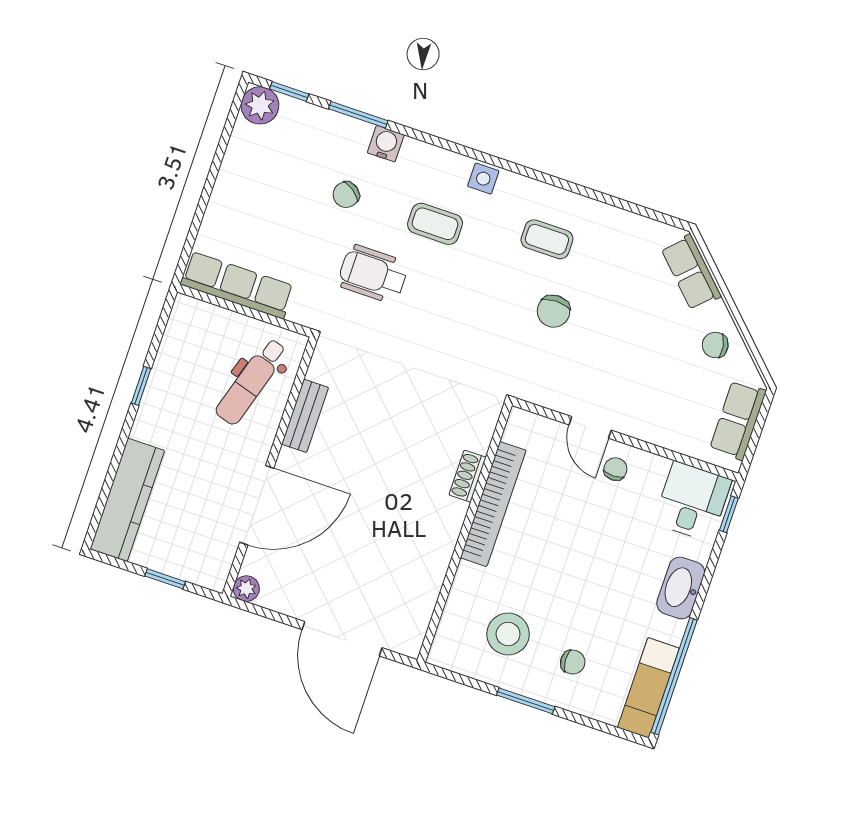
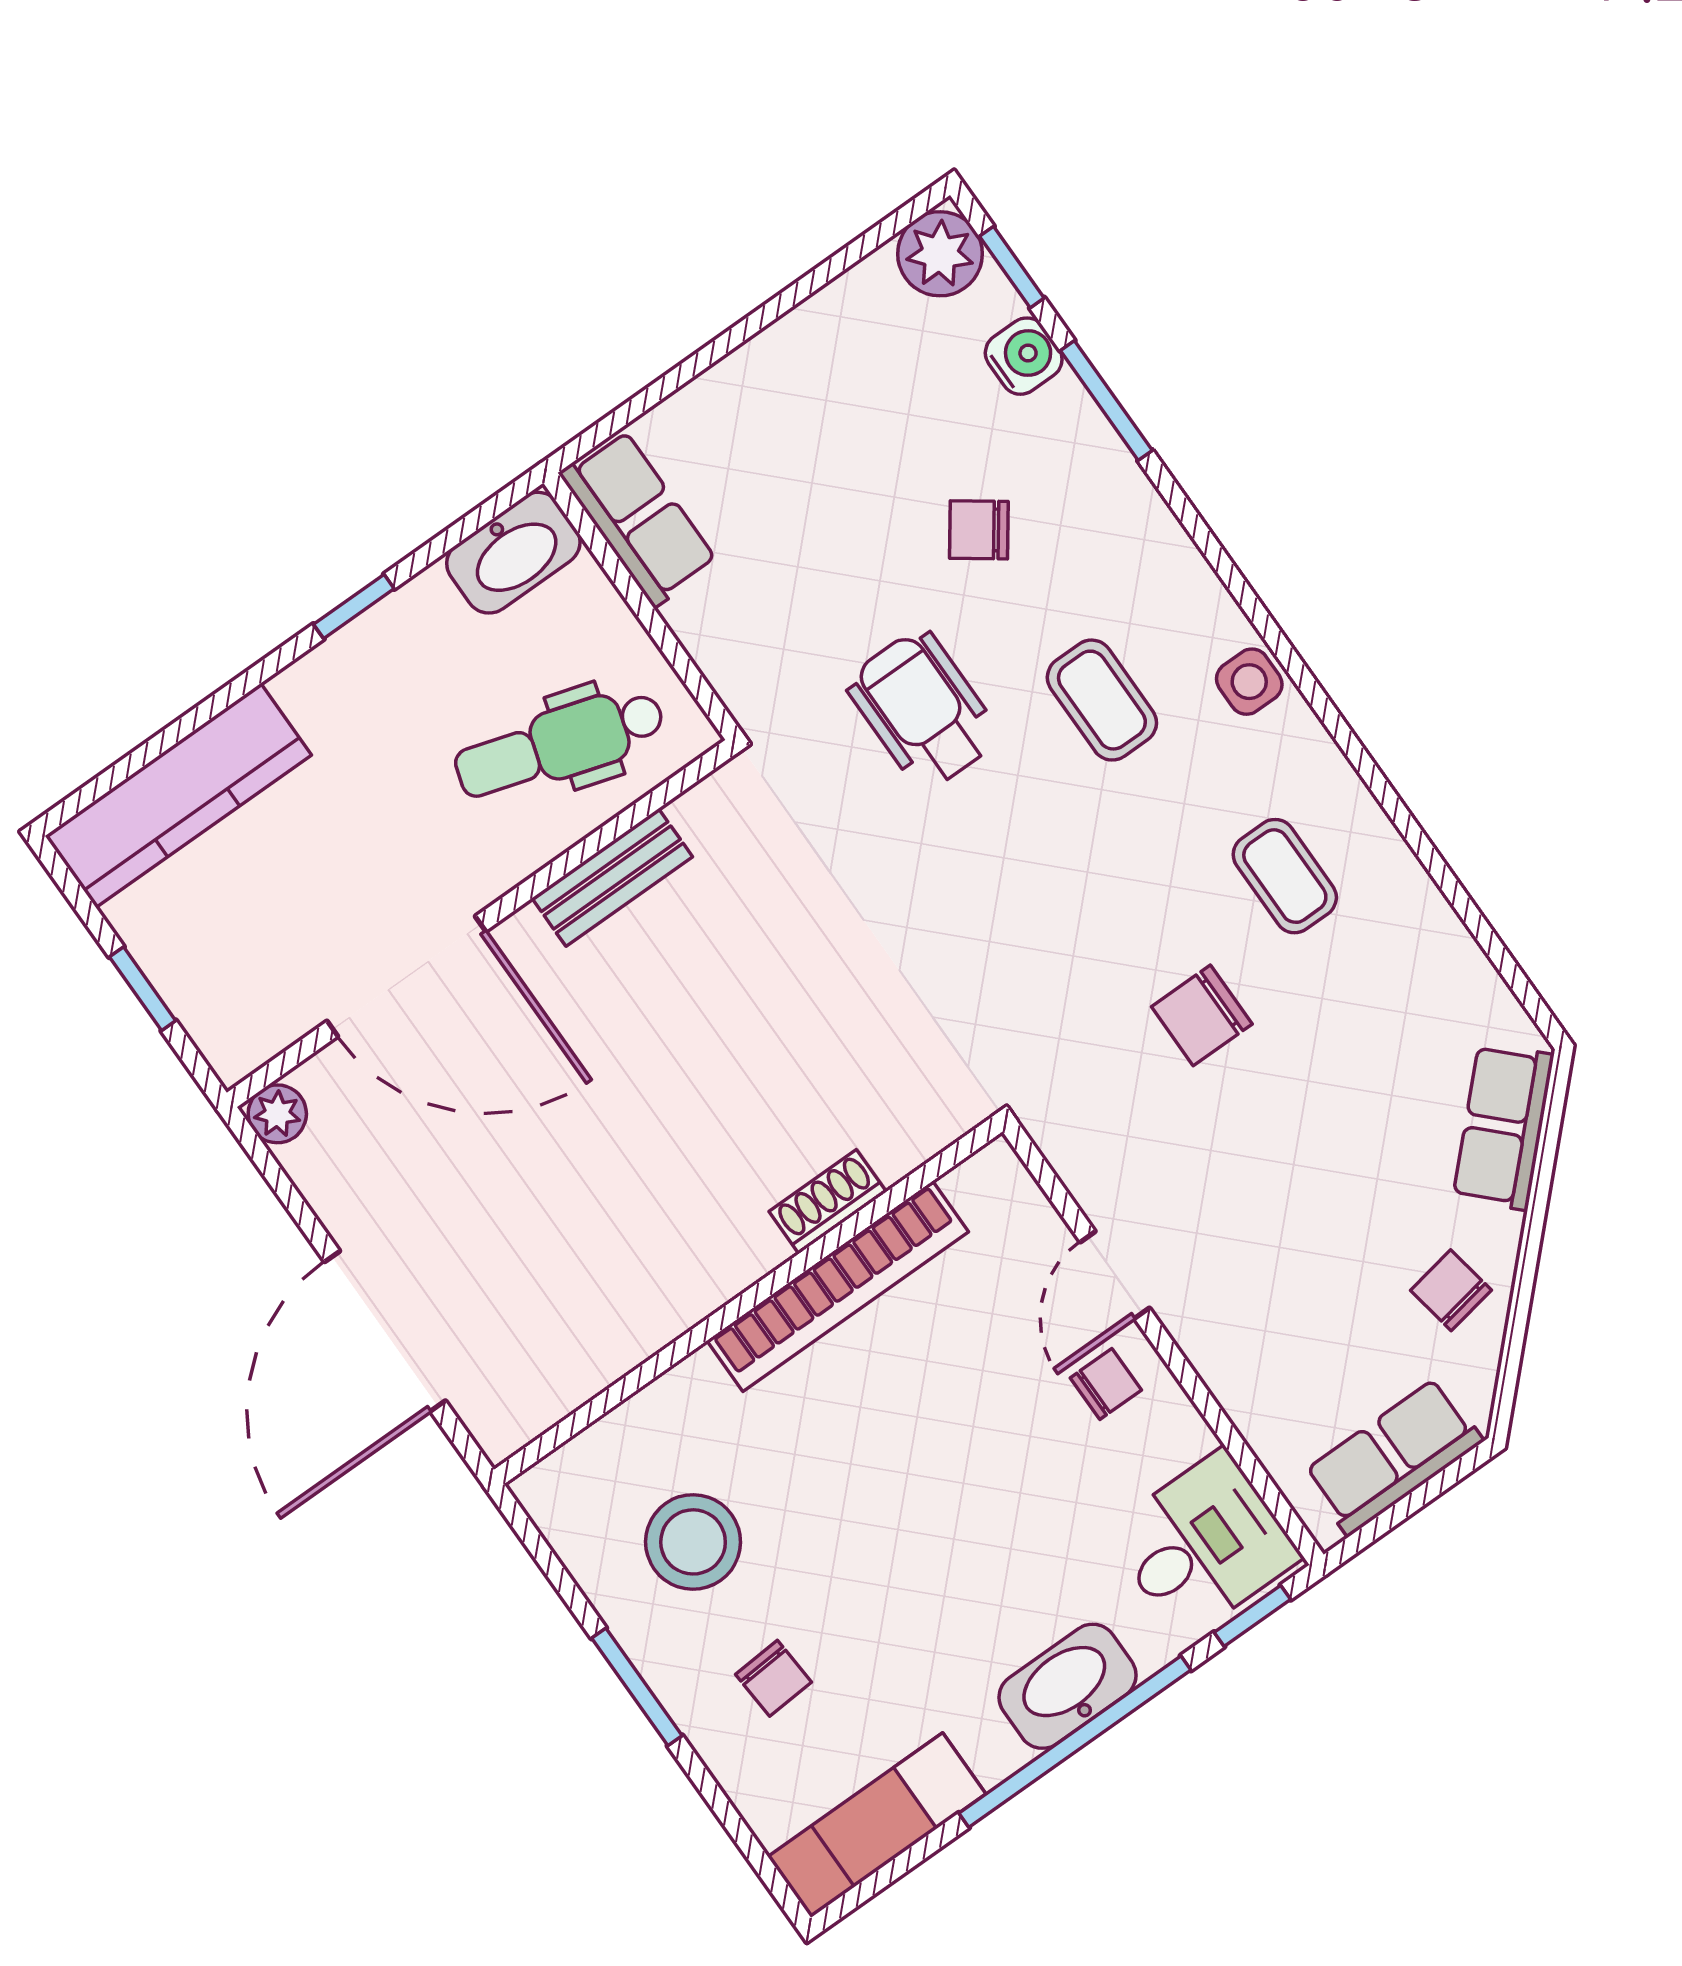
water cooler: (386, 144) -> (1024, 356), moved
row of seats: (237, 285) -> (638, 518), width x0.68
washbasin: (184, 325) -> (513, 553), added
window: (674, 676) -> (1075, 1742), moved

